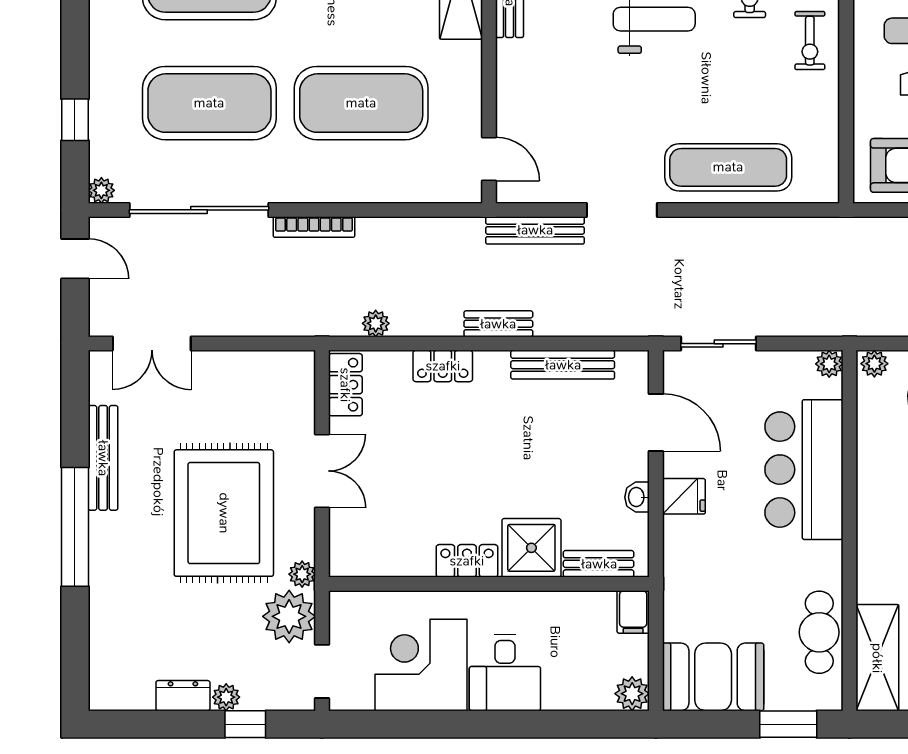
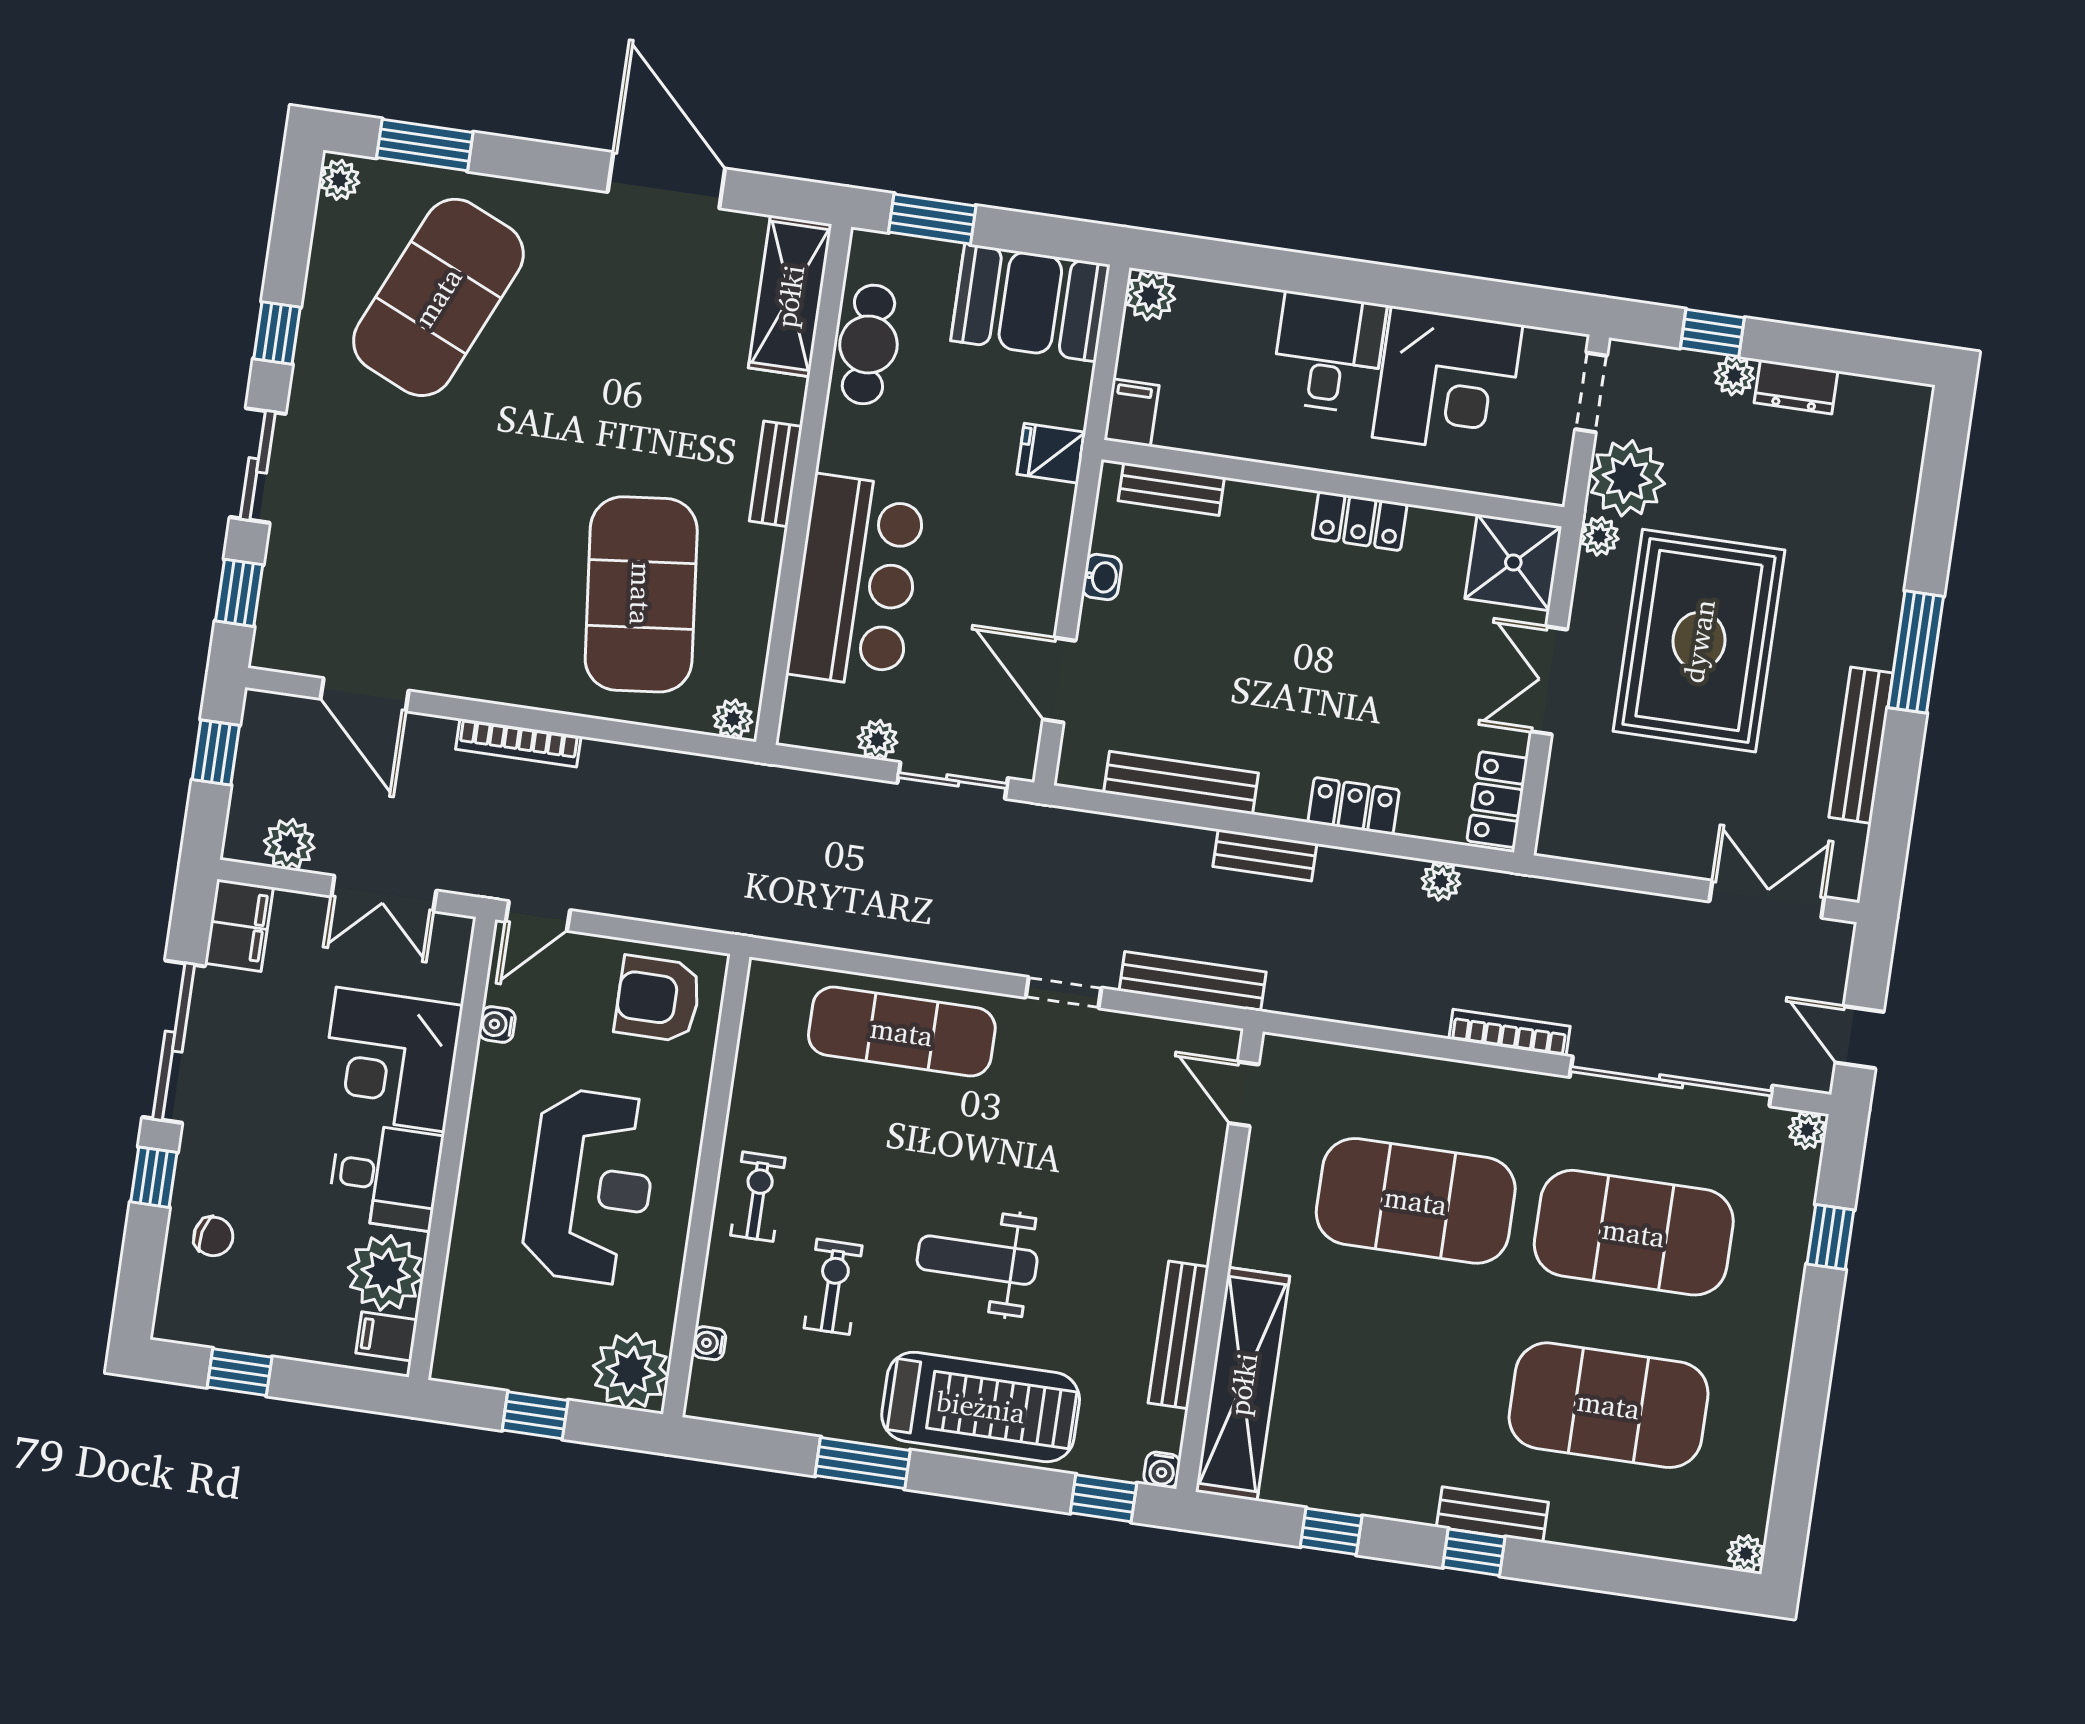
doorway: (622, 210) -> (1063, 993), width x0.73
plant: (829, 364) -> (878, 740), moved
fridge: (684, 496) -> (1051, 453), moved
window: (75, 527) -> (1916, 652), width x0.68
bench: (870, 535) -> (776, 474), added
shower: (531, 548) -> (1513, 562), moved

